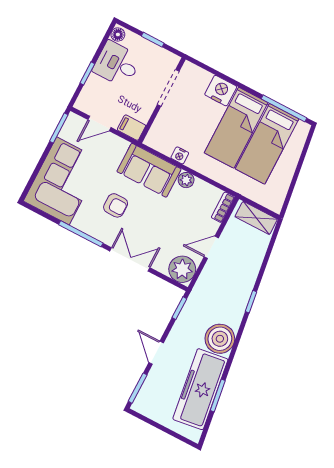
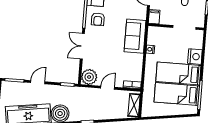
plant: (186, 180) -> (138, 58), removed
armchair: (116, 205) -> (98, 19), moved
door: (211, 247) -> (108, 88), hinge flipped
double door: (130, 259) -> (82, 46), swing flipped

